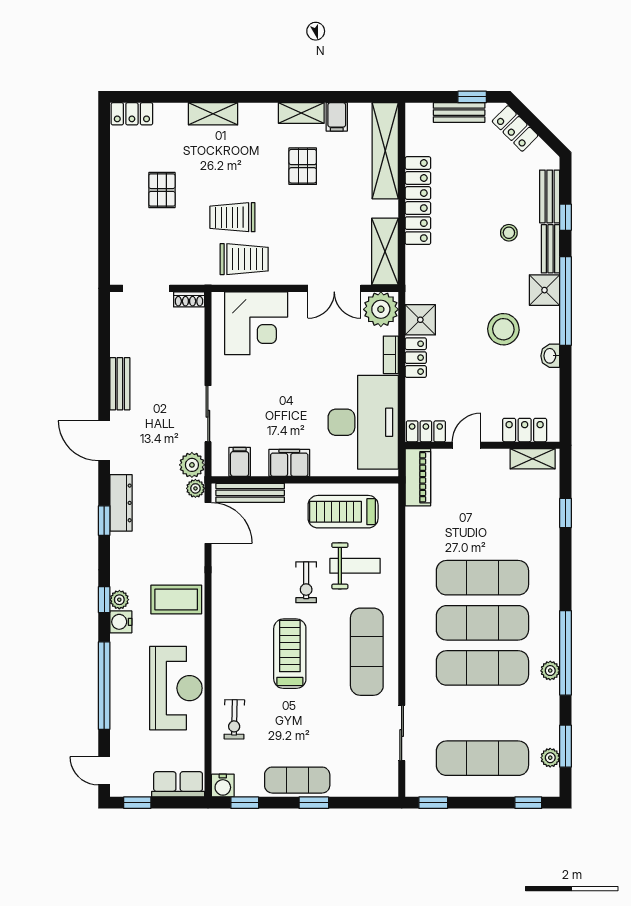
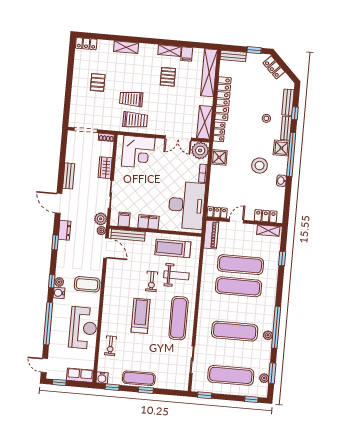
bench: (459, 113) -> (233, 56), moved
locker: (416, 358) -> (219, 132), moved
wardrobe: (192, 361) -> (105, 168), added
dresser: (121, 503) -> (65, 230), width x0.70
exercise mat: (482, 623) -> (240, 265), moved

